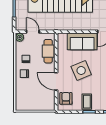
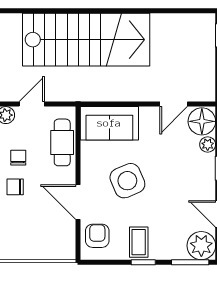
door: (33, 32) -> (32, 104), hinge flipped
sofa: (82, 41) -> (109, 123), moved

